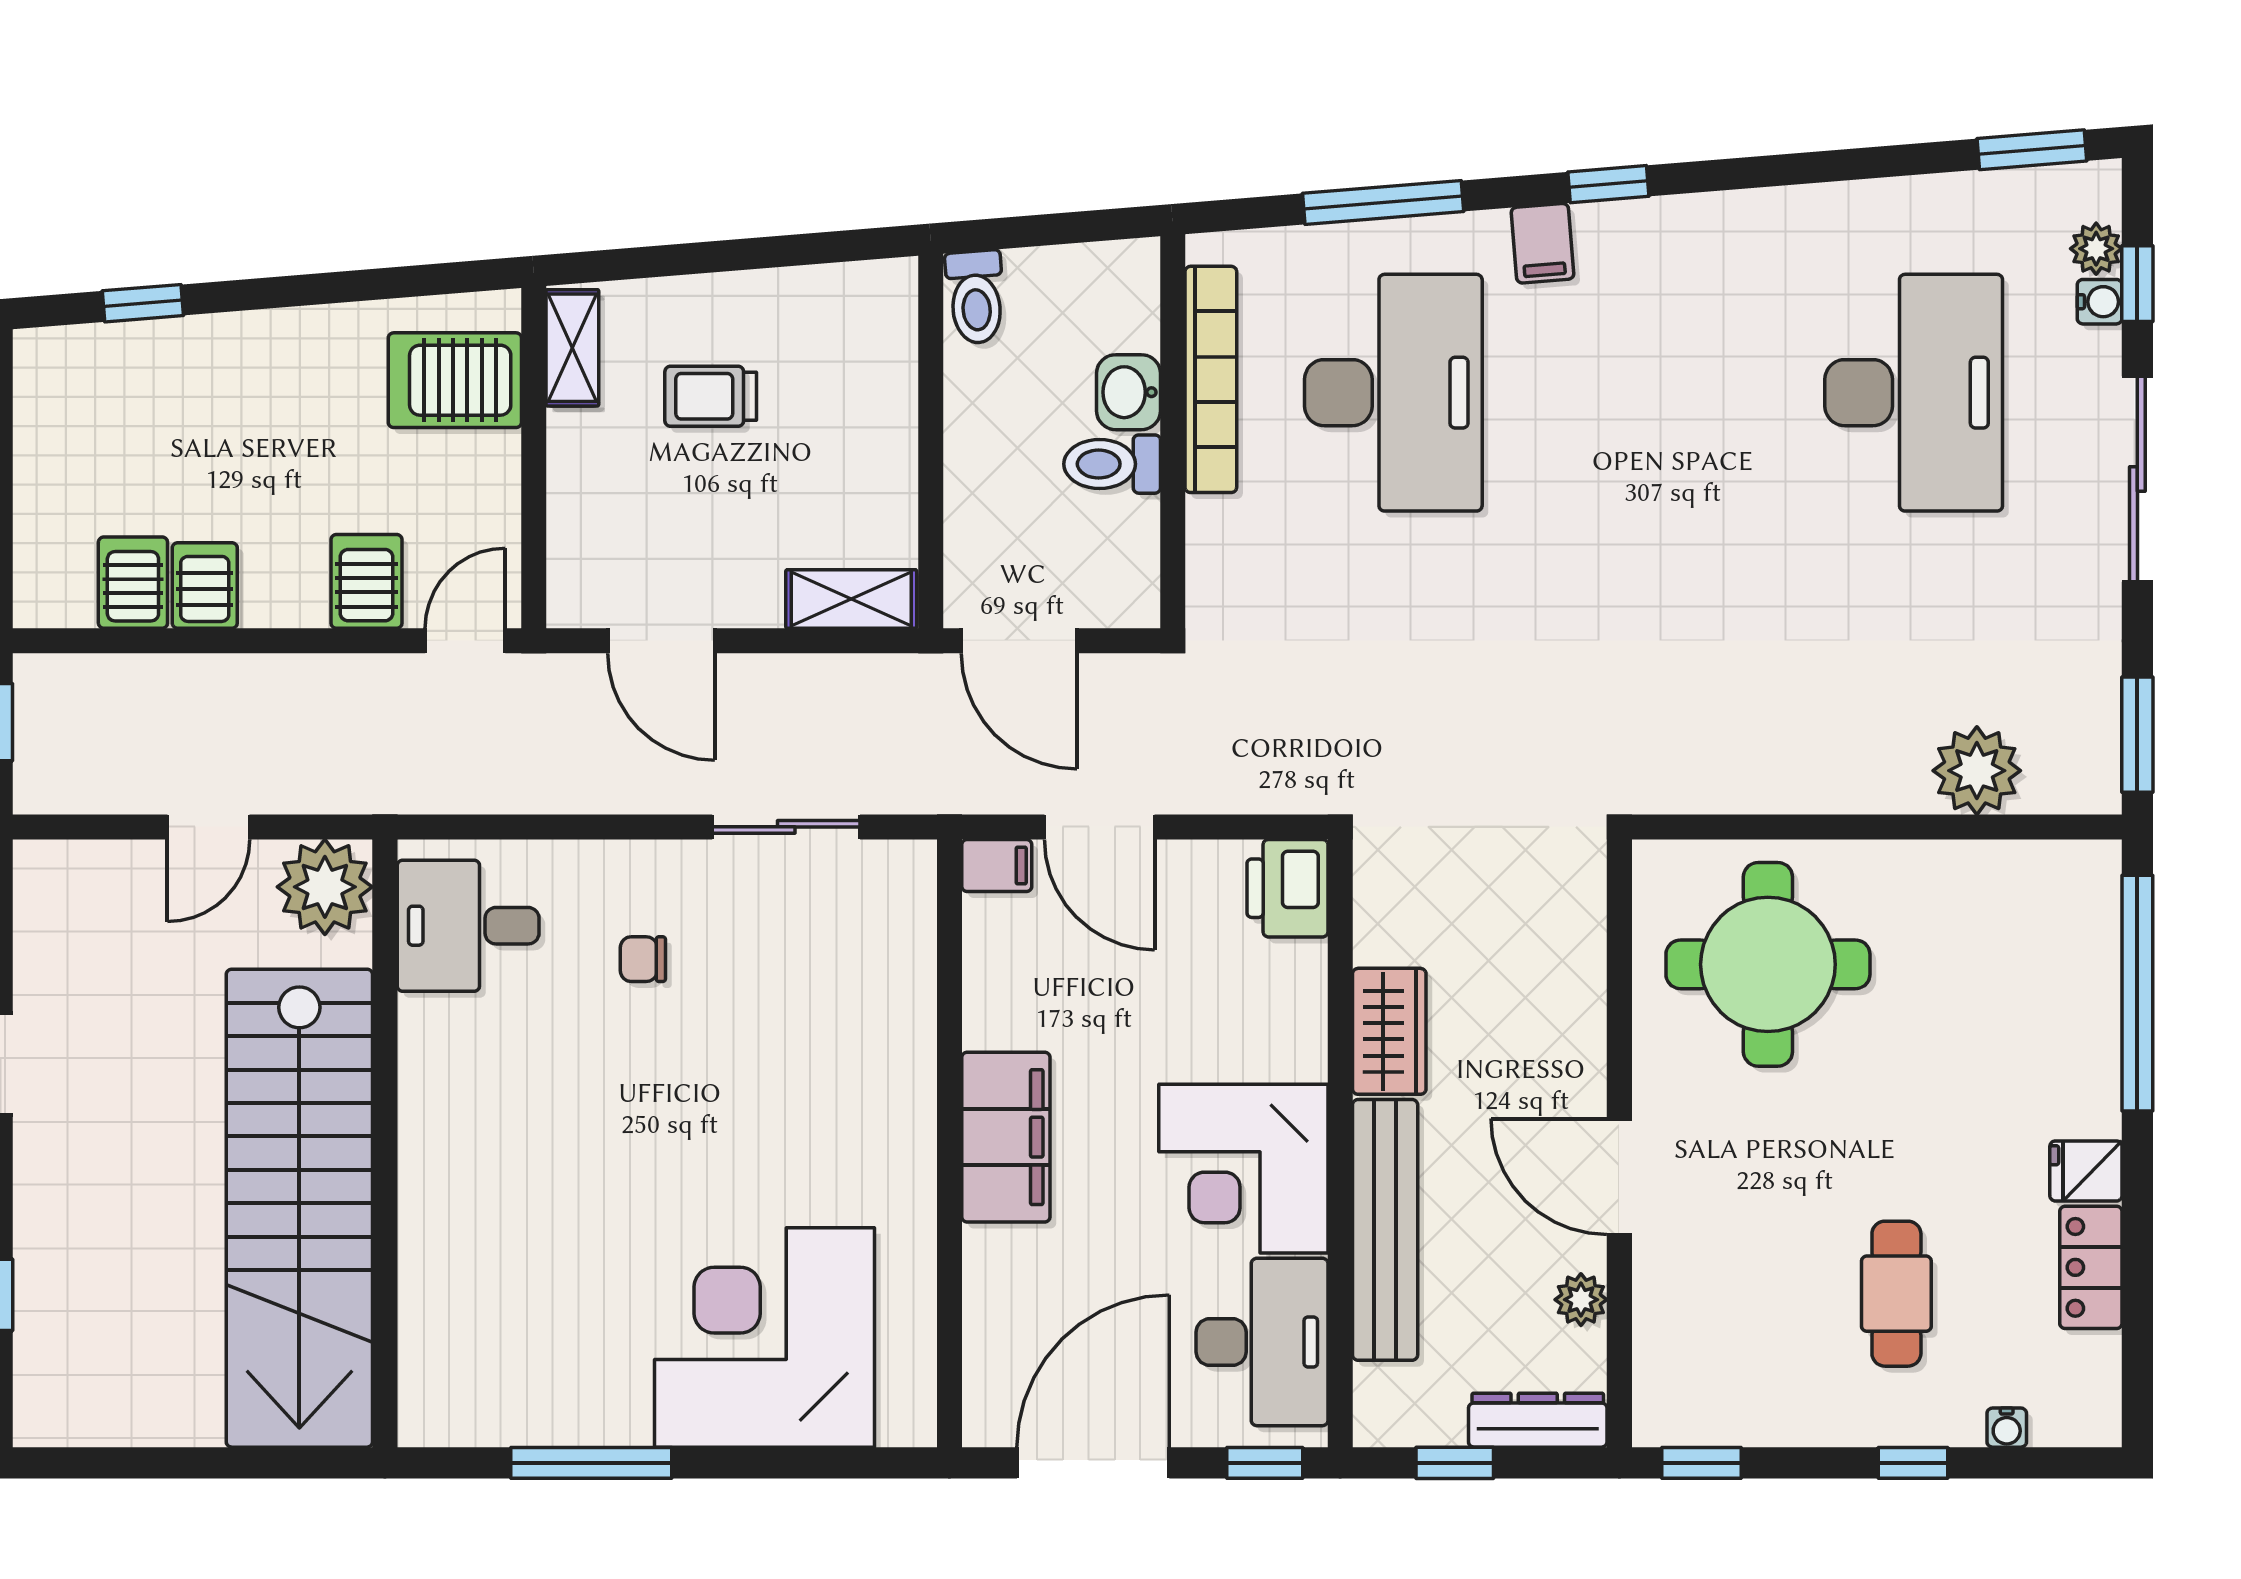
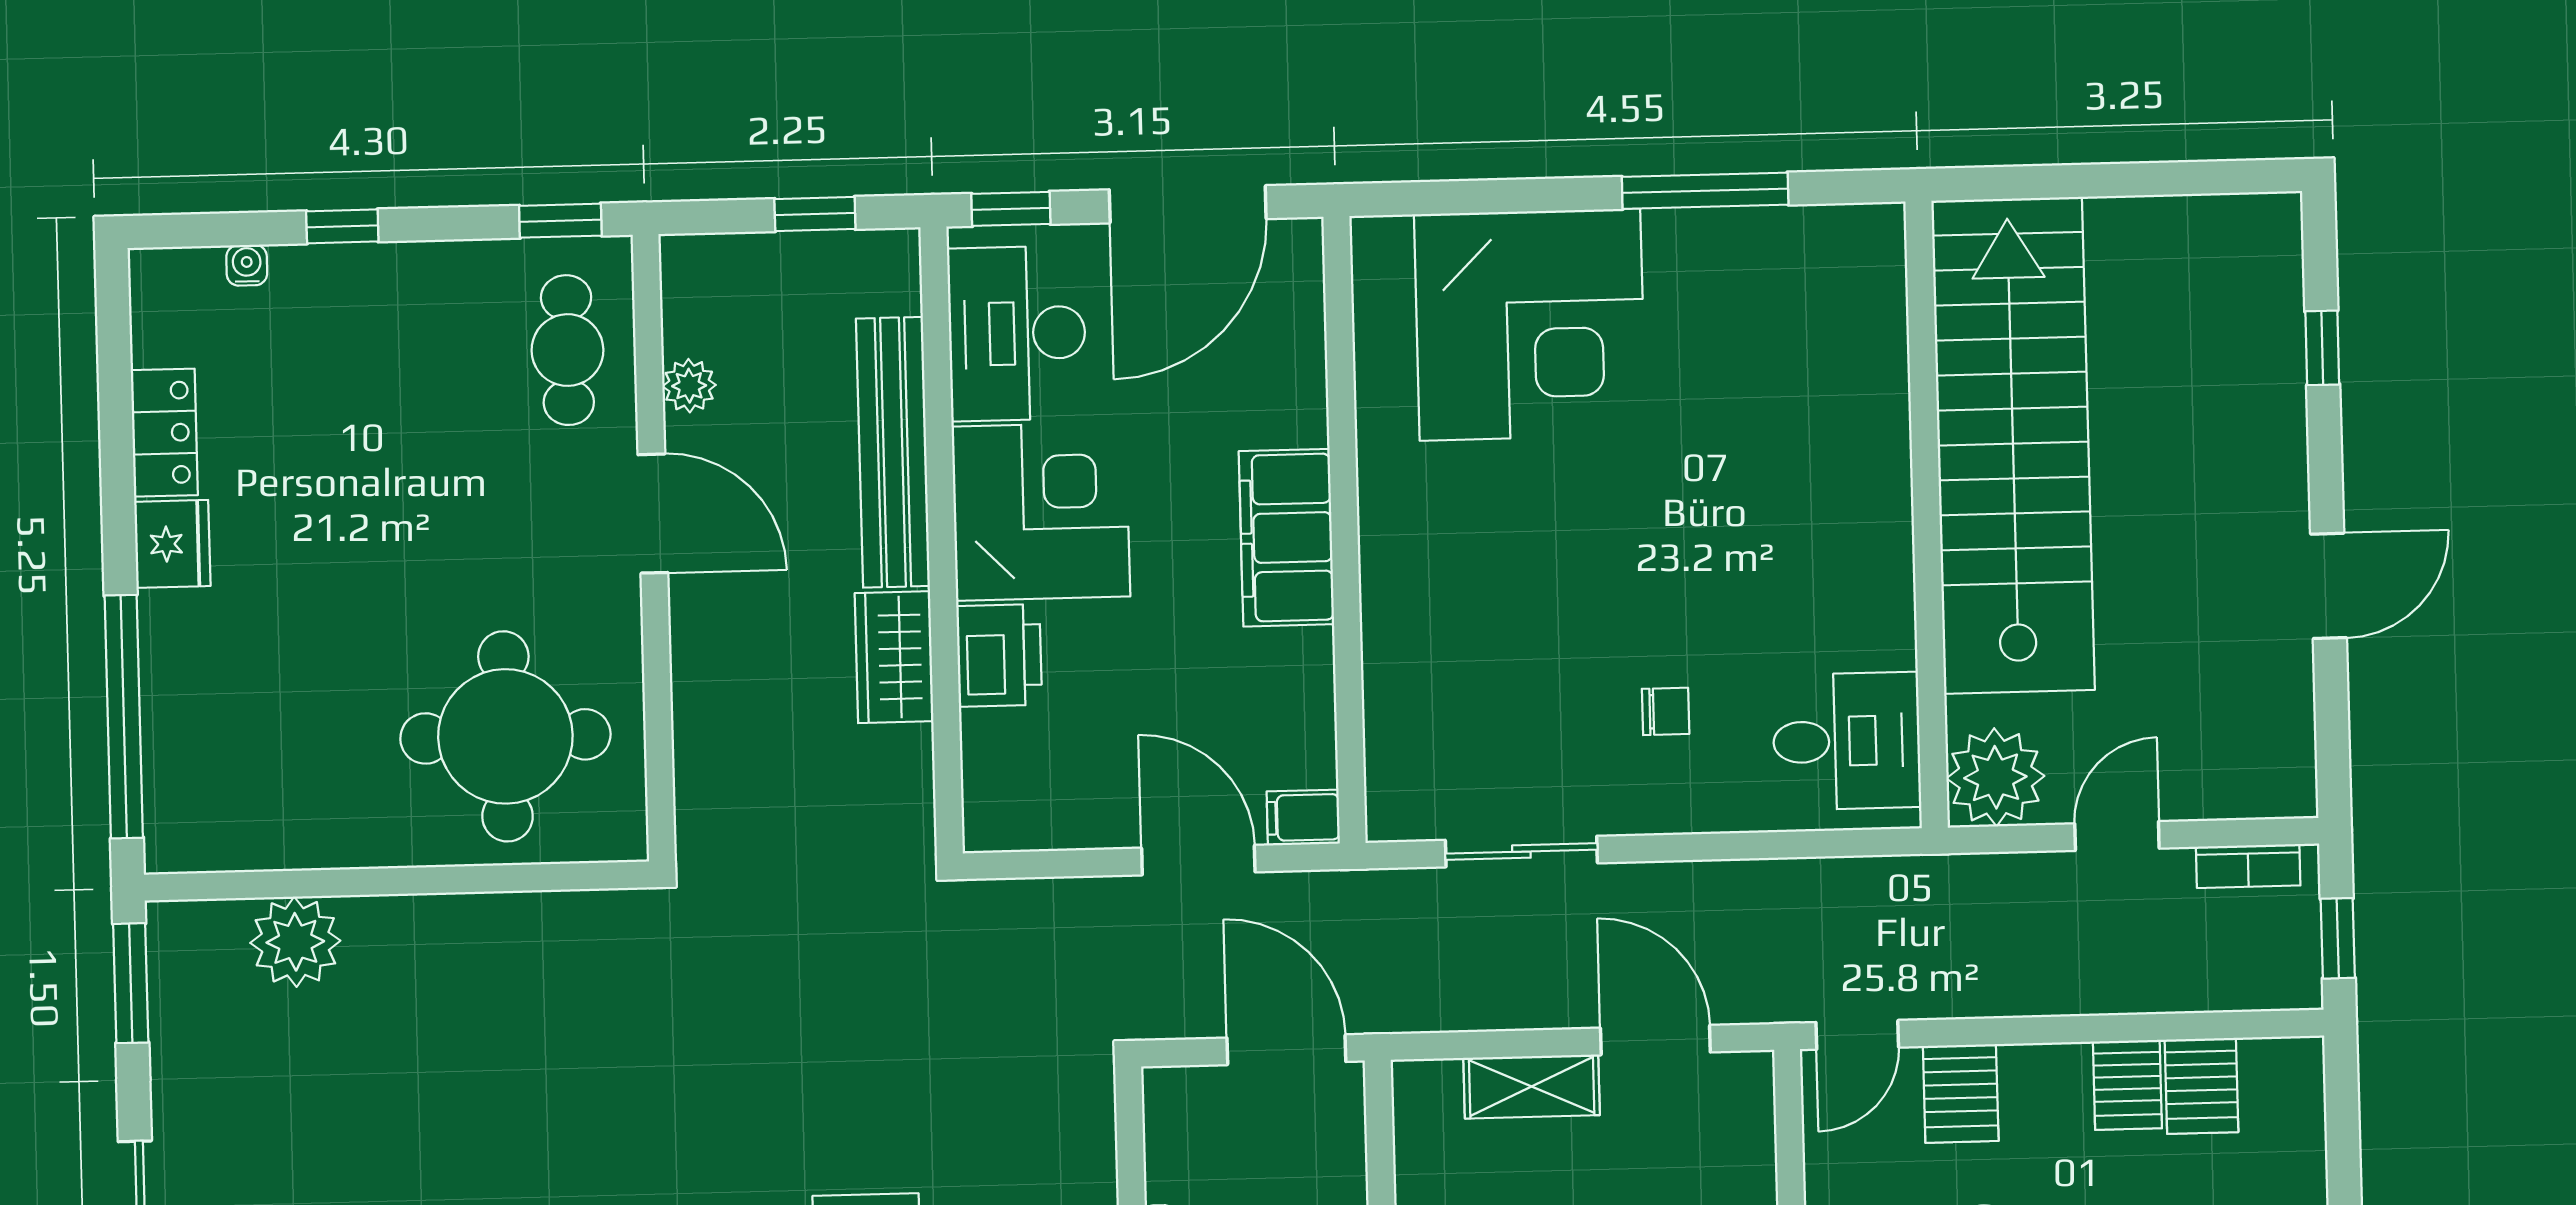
shelving: (851, 599) -> (1532, 1086), moved
bookcase: (82, 794) -> (2248, 866), added
printer: (1287, 888) -> (999, 655), moved
fridge: (2086, 1171) -> (172, 544), width x1.38
cafe table: (1896, 1294) -> (567, 350), moved
dresser: (1538, 1420) -> (730, 260), removed

